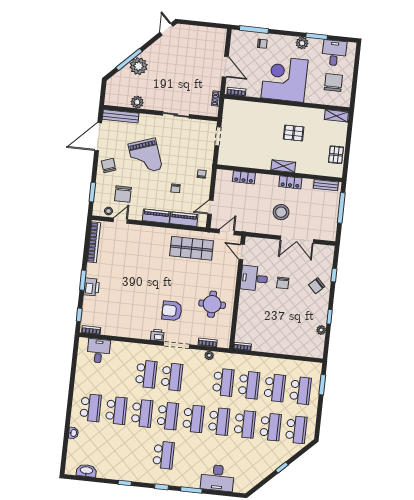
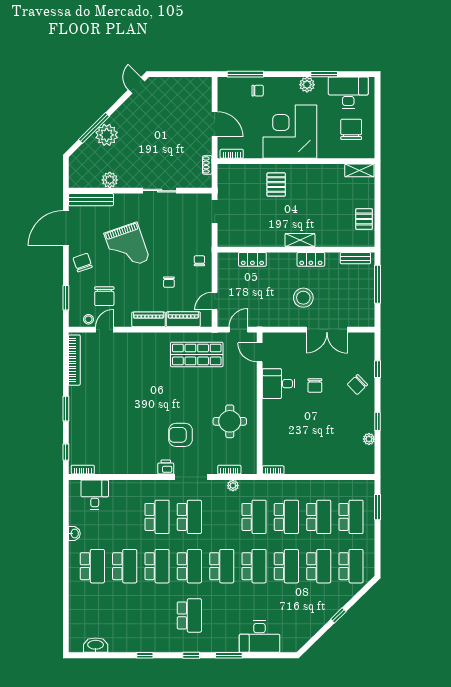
desk: (334, 53) -> (348, 93), width x1.37
pallet: (294, 133) -> (276, 185), moved, turned 90
printer: (92, 287) -> (78, 416), removed
washbasin: (73, 433) -> (74, 534), moved

